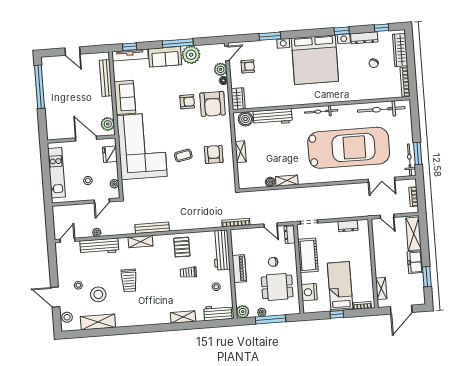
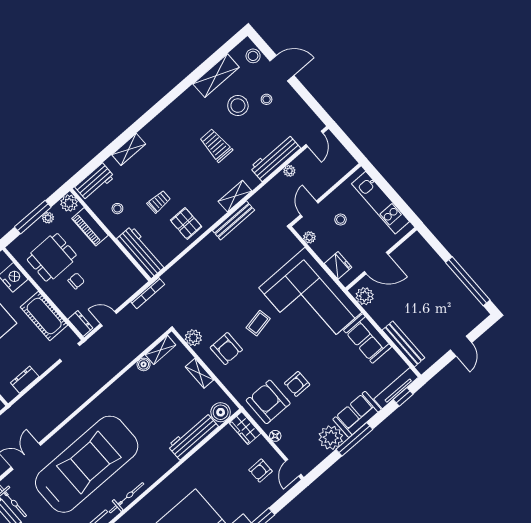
door: (72, 51) -> (461, 346), swing flipped
plant: (221, 69) -> (193, 338), moved
bicycle: (321, 111) -> (126, 498), moved
car: (349, 148) -> (87, 464), turned 180
shelving: (287, 181) -> (161, 350), moved
piano: (239, 269) -> (90, 227), moved

